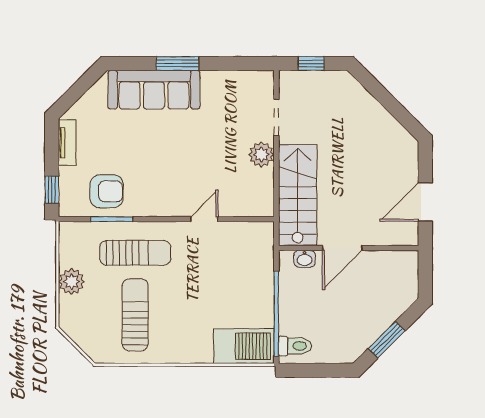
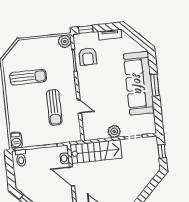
sofa: (154, 90) -> (139, 83), width x1.36, depth x1.27
sun lounger: (135, 253) -> (54, 108), moved
plant: (72, 282) -> (65, 41), moved
barbecue: (244, 346) -> (16, 140), width x0.53, depth x0.65

